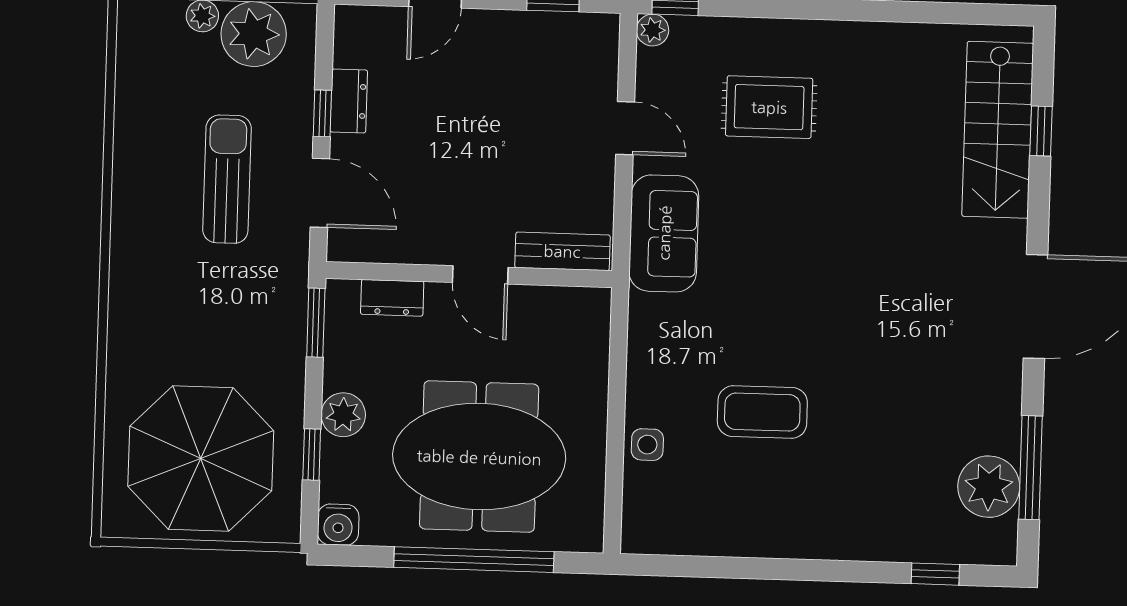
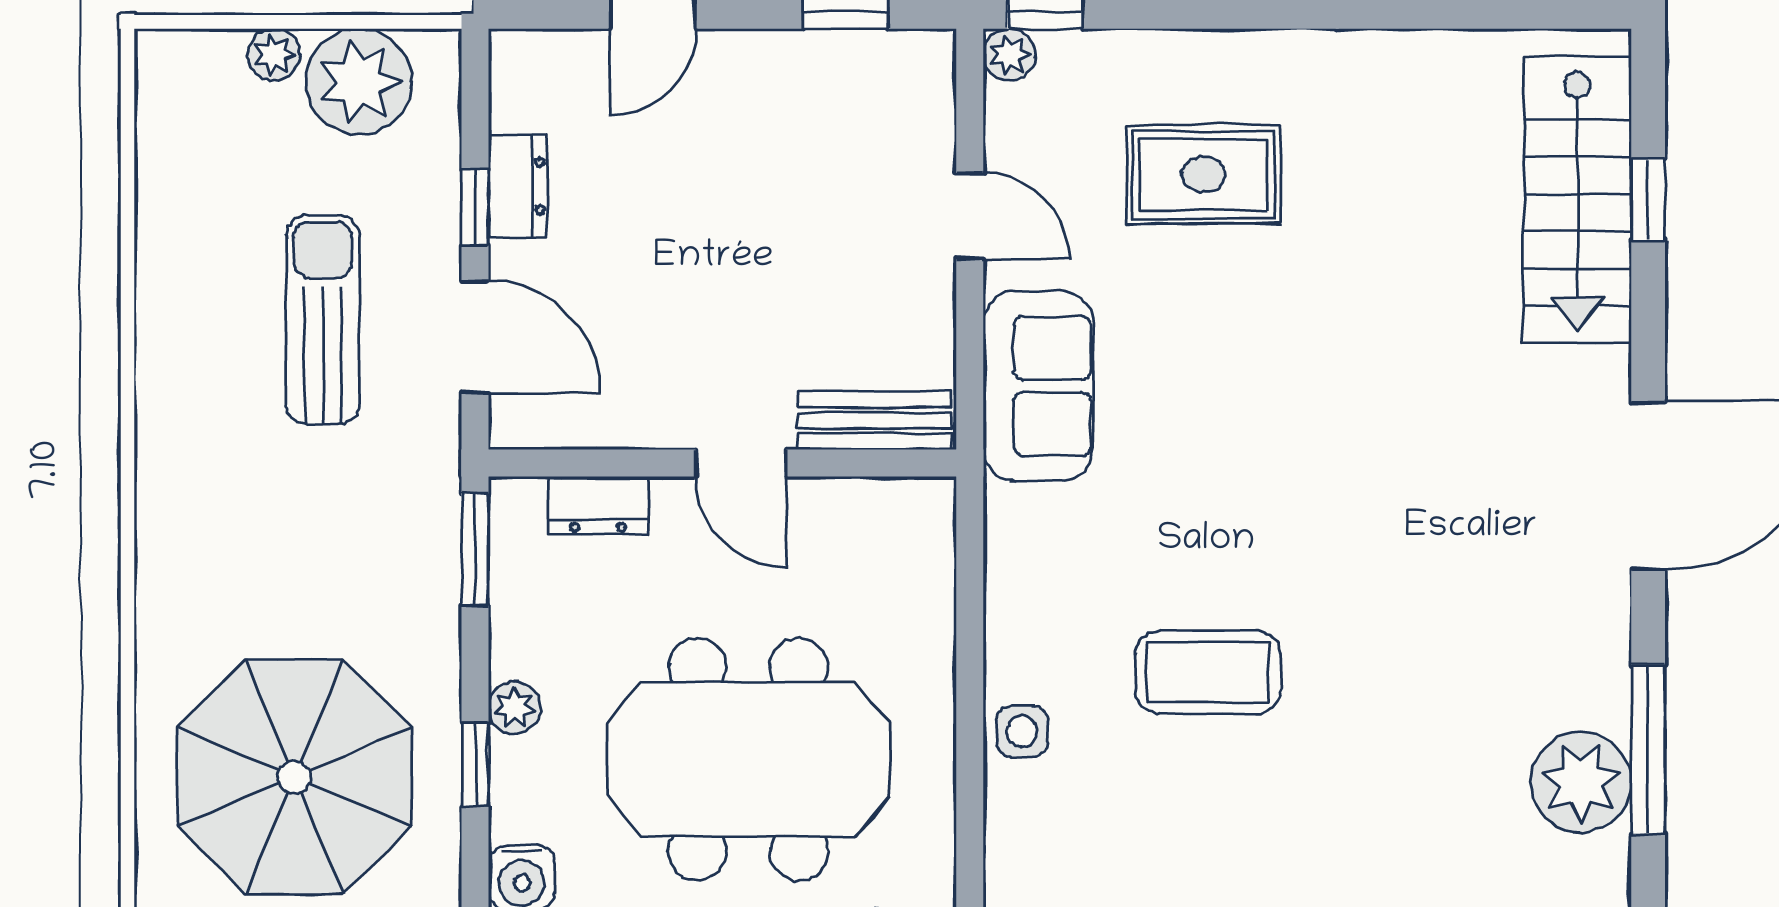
plant: (343, 415) -> (515, 708), width x0.73, depth x0.73

